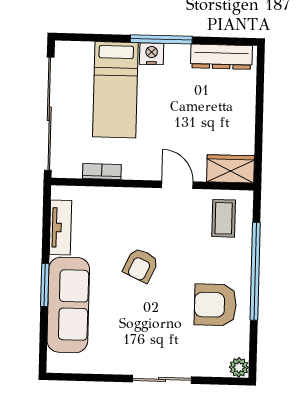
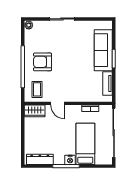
armchair: (141, 265) -> (72, 68), removed
armchair: (215, 305) -> (43, 62), moved, turned 180

